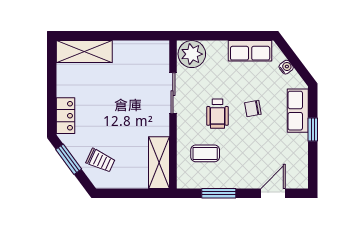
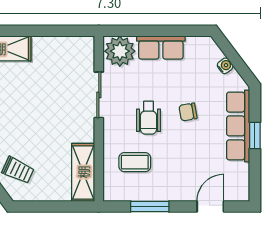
row of seats: (250, 51) -> (161, 48), moved
row of seats: (298, 111) -> (238, 126), width x1.48

